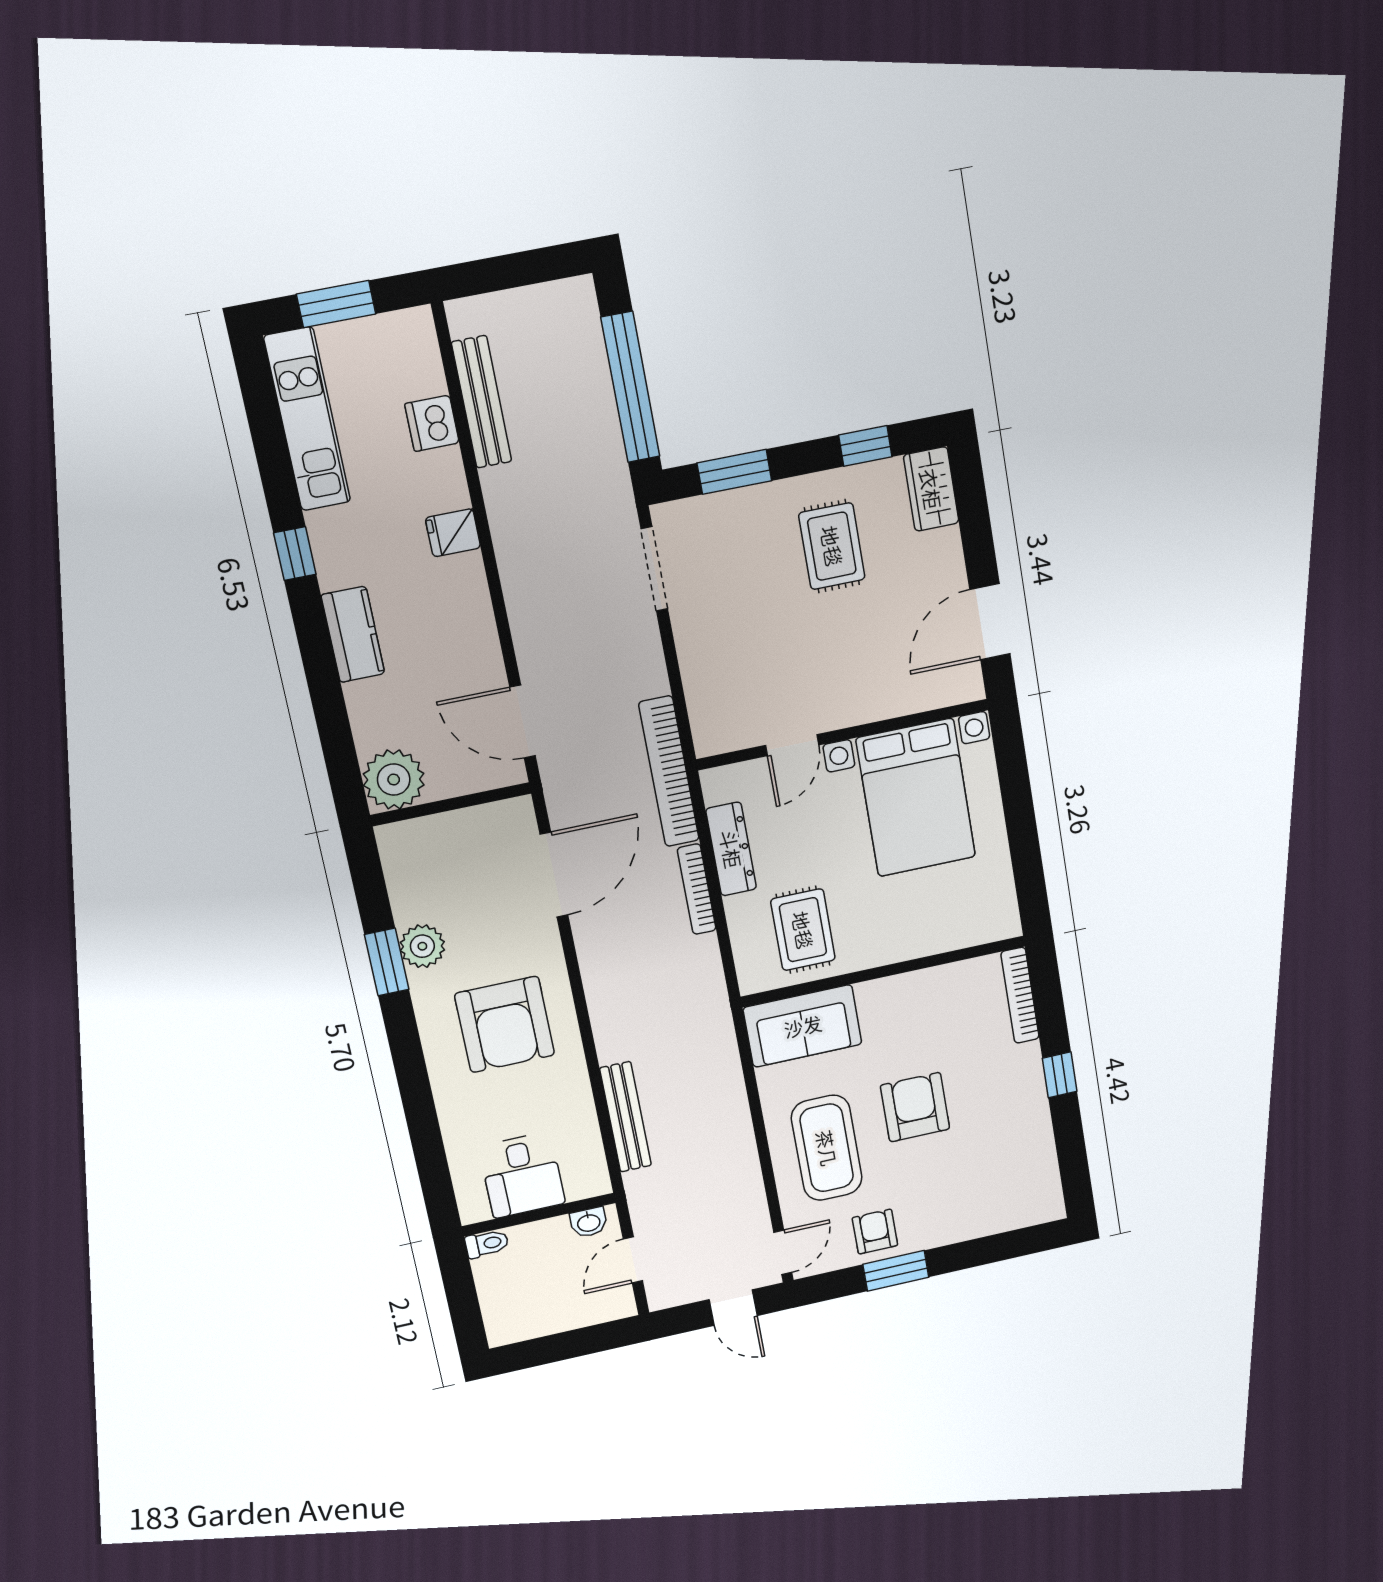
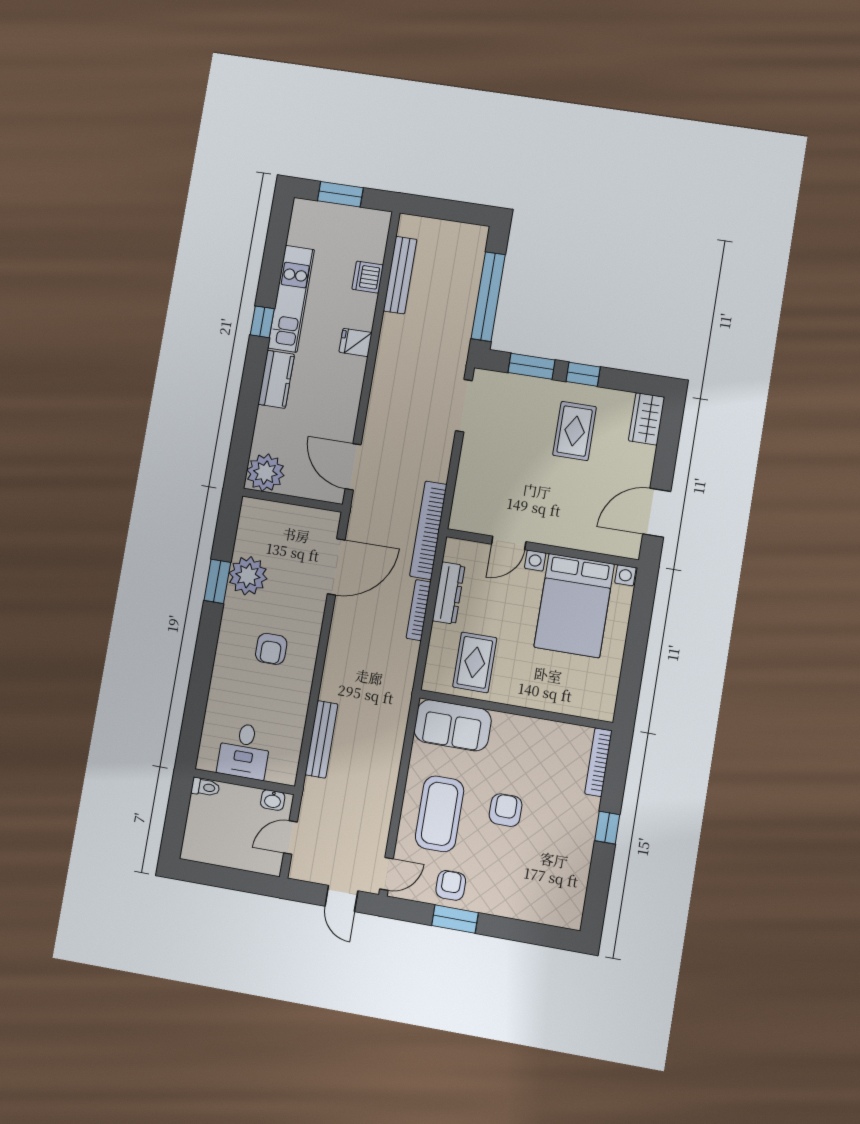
kitchen unit: (307, 419) -> (291, 299), moved
window: (865, 446) -> (583, 374), moved
plant: (422, 946) -> (248, 576), width x1.36, depth x1.36
armchair: (505, 1024) -> (271, 649), width x0.53, depth x0.53
armchair: (915, 1107) -> (506, 810), width x0.72, depth x0.72

